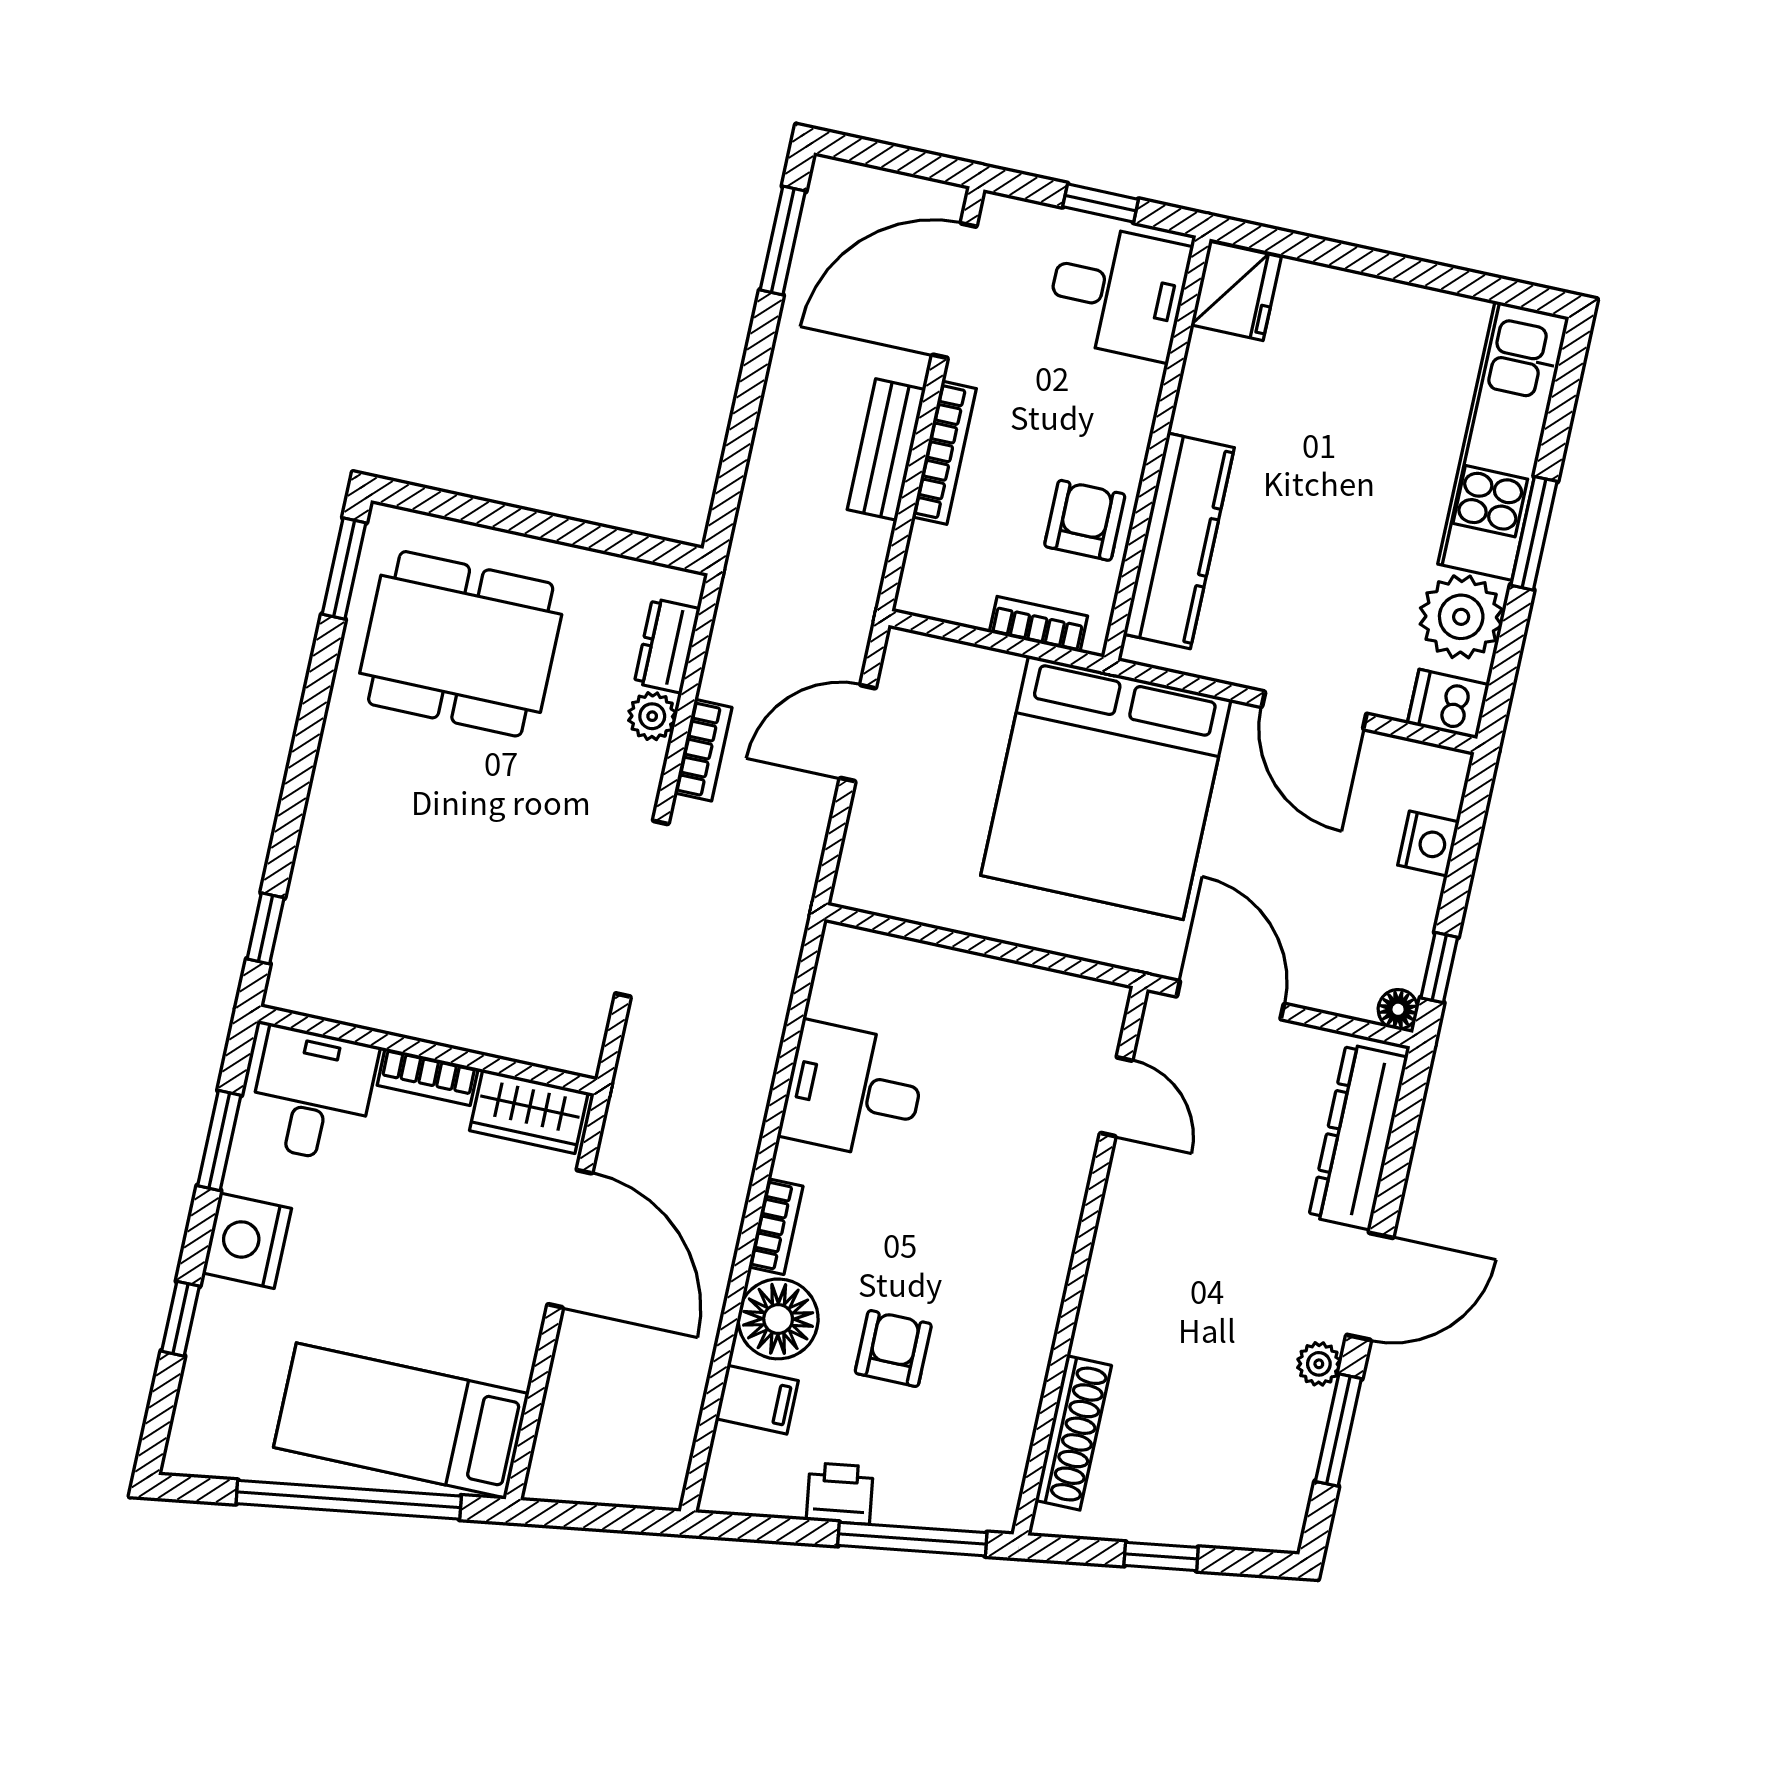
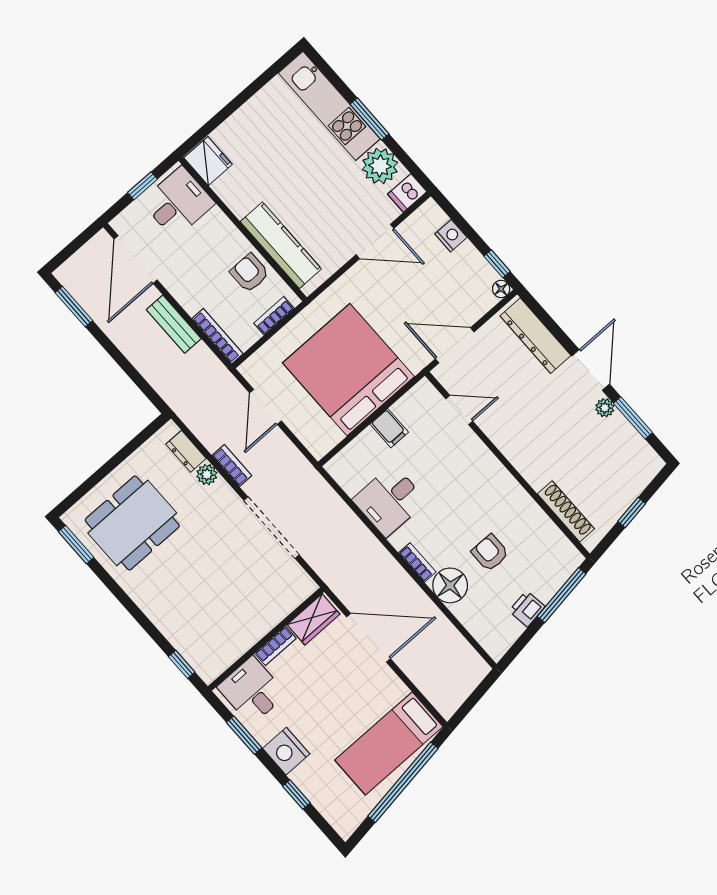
bookcase: (944, 453) -> (217, 336), moved
bed: (1106, 787) -> (348, 370), moved, turned 180
filing cabinet: (757, 1400) -> (389, 428), moved, turned 90

